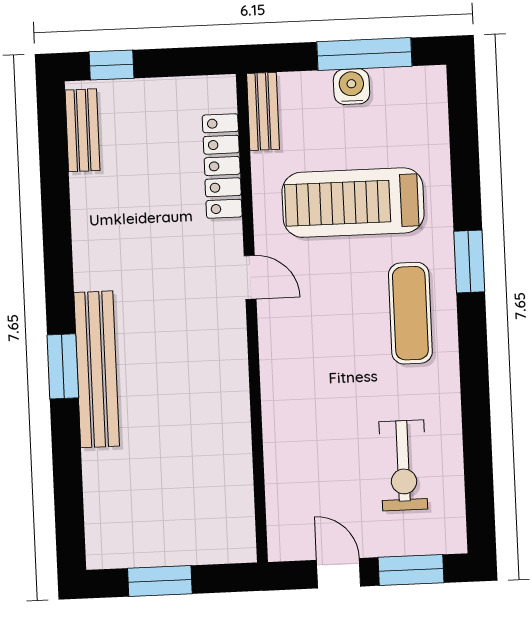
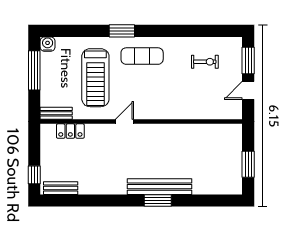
water cooler: (352, 87) -> (48, 44), moved, turned 90
locker: (222, 166) -> (70, 131), width x0.66
exercise bike: (403, 465) -> (205, 62), width x0.73, depth x0.72

